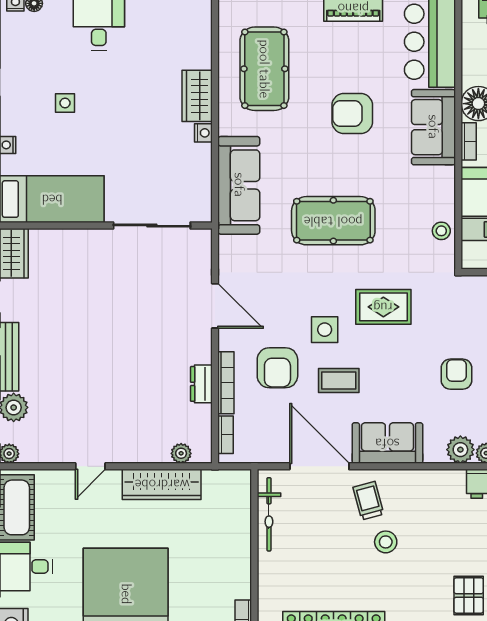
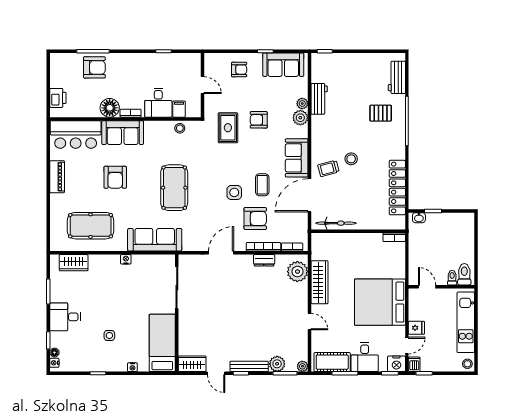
wardrobe: (197, 96) -> (74, 263), moved
rug: (383, 307) -> (228, 128), moved
plant: (181, 453) -> (297, 272), width x1.88, depth x1.88

